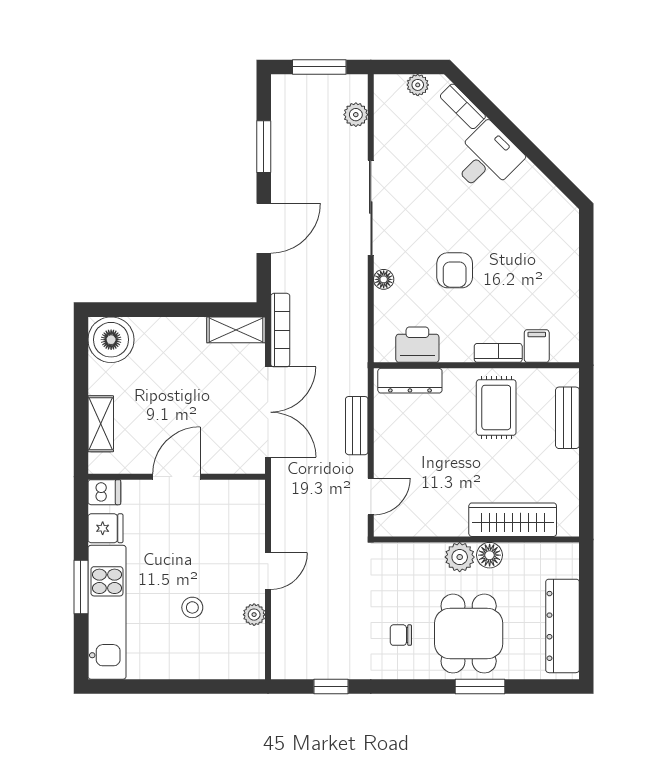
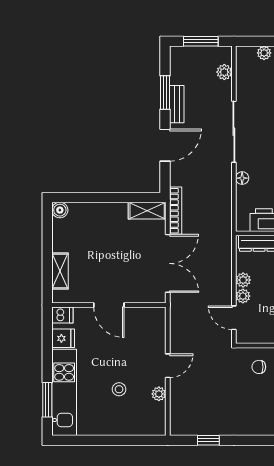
boiler: (111, 340) -> (60, 210), width x0.54, depth x0.54
bench: (357, 426) -> (177, 104), moved
plant: (385, 438) -> (243, 280), added
plant: (385, 463) -> (243, 296), added
door: (176, 477) -> (109, 305), swing flipped
door: (371, 496) -> (234, 318), swing flipped
window: (81, 587) -> (47, 400), moved
chair: (401, 635) -> (259, 367), moved

